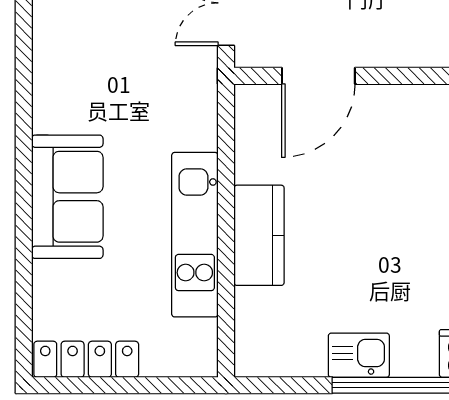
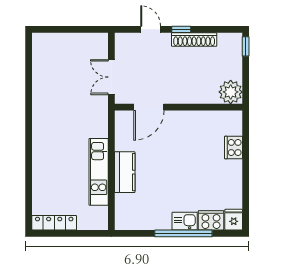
sofa: (67, 197) -> (46, 156), removed
kitchen sink: (359, 355) -> (185, 221), moved

